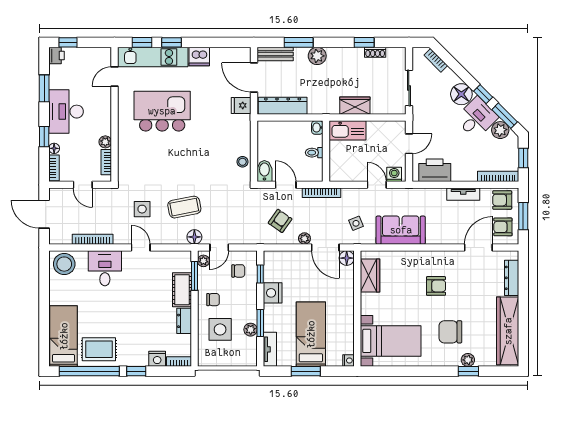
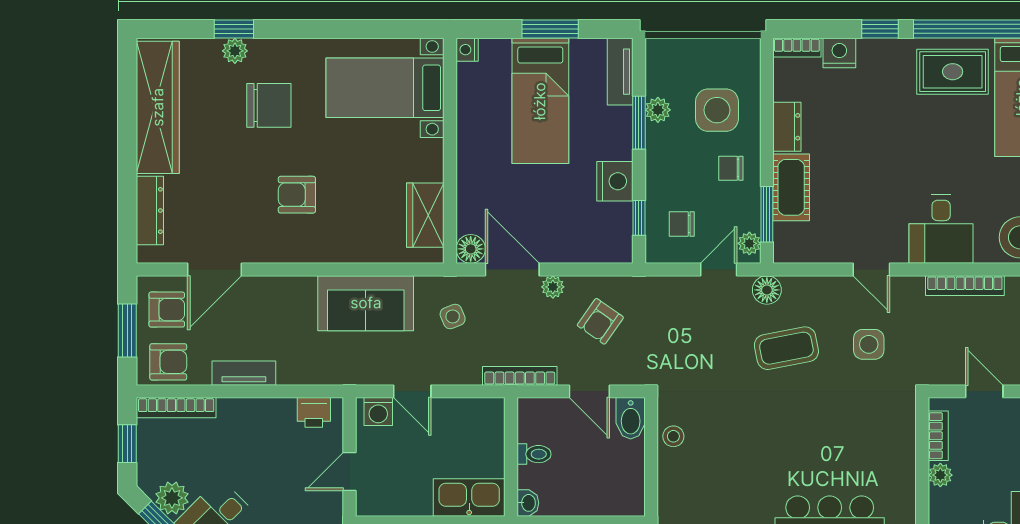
printer: (435, 170) -> (314, 412), width x0.53, depth x0.68

